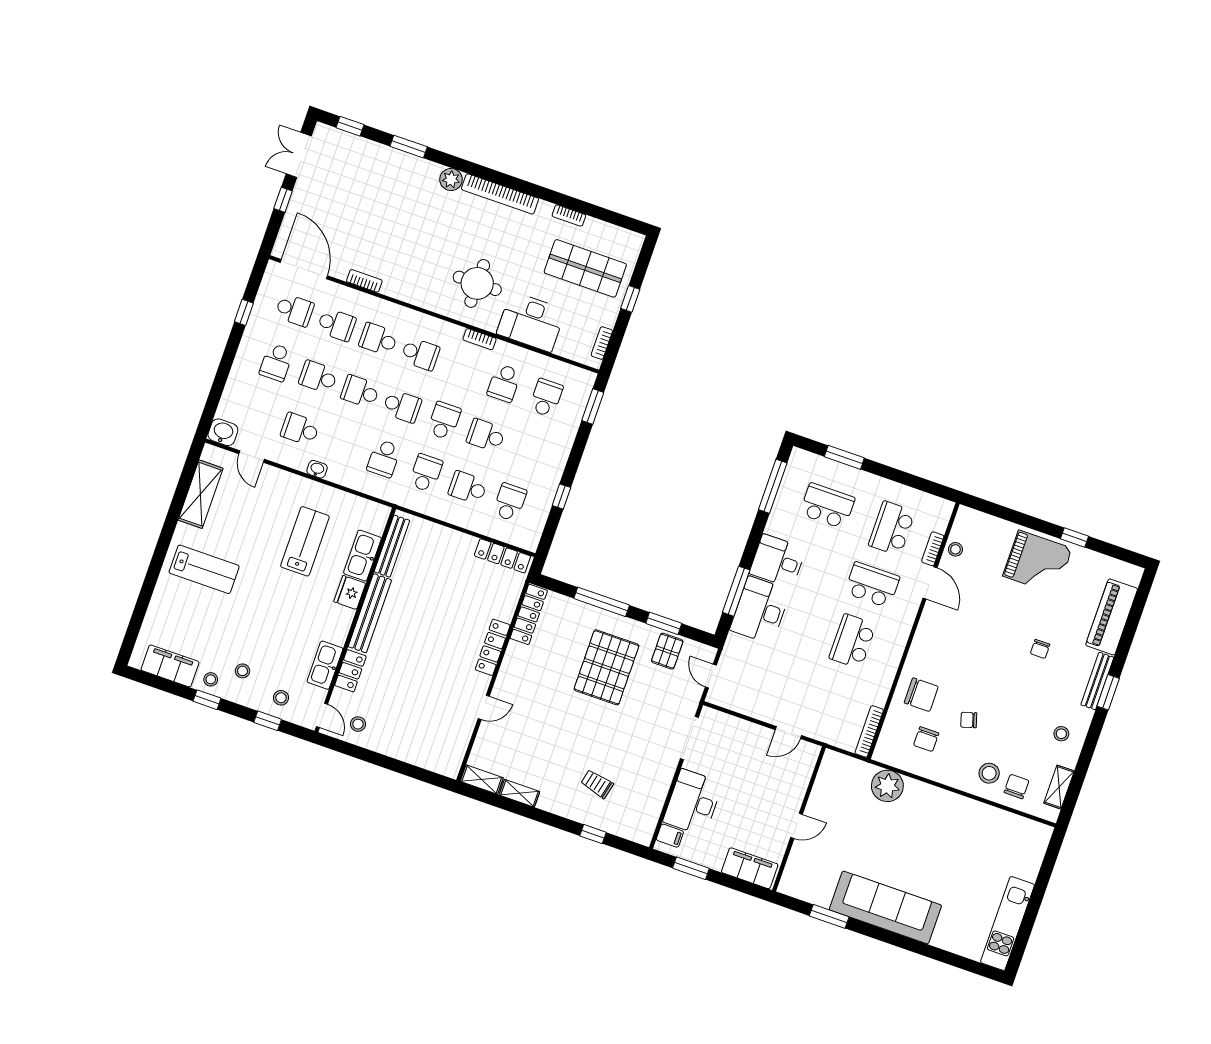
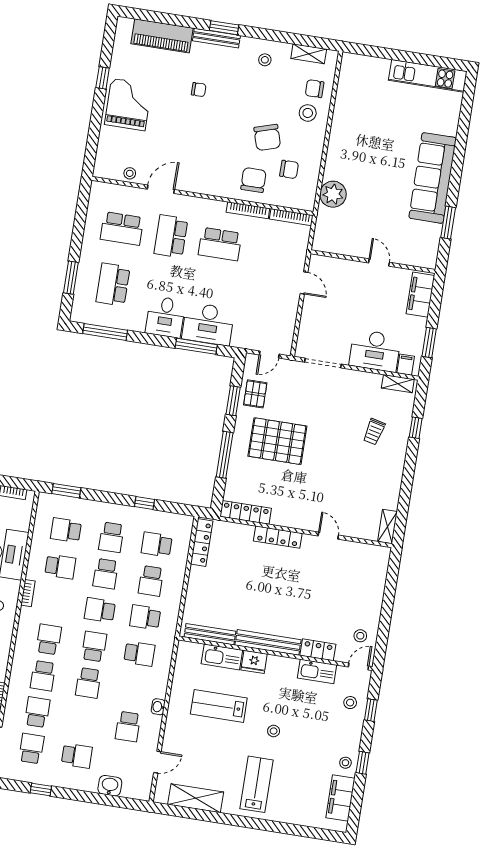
school desk: (318, 377) -> (111, 537), moved
washbasin: (223, 432) -> (110, 786), moved, turned 90
bookcase: (933, 549) -> (248, 210), moved, width x1.56
pallet: (667, 651) -> (255, 394), turned 90
stool: (243, 671) -> (274, 731), moved
chair: (969, 720) -> (267, 137), width x1.87, depth x1.87
shelving: (519, 793) -> (398, 384), moved, turned 90

